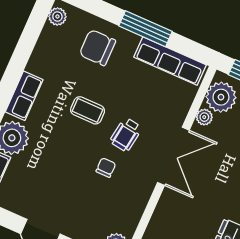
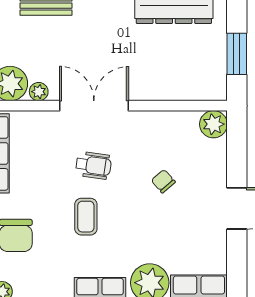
chair: (106, 168) -> (163, 181), moved, turned 49

